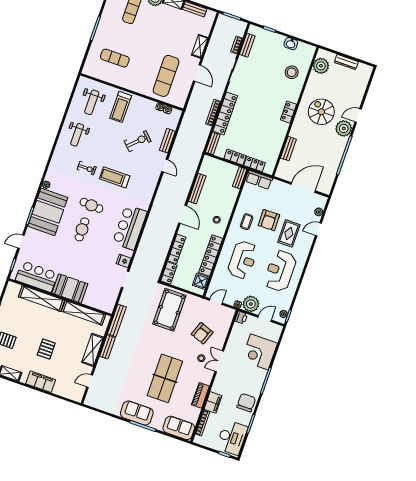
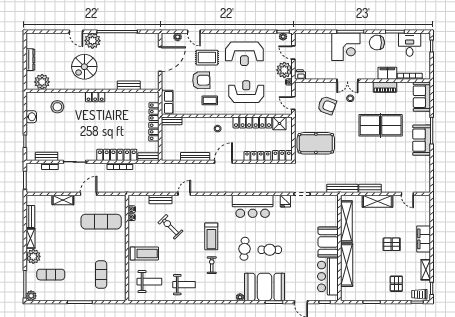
door: (303, 188) -> (160, 59), swing flipped
corner desk: (259, 352) -> (346, 47), moved
desk: (232, 438) -> (410, 45), width x0.73

